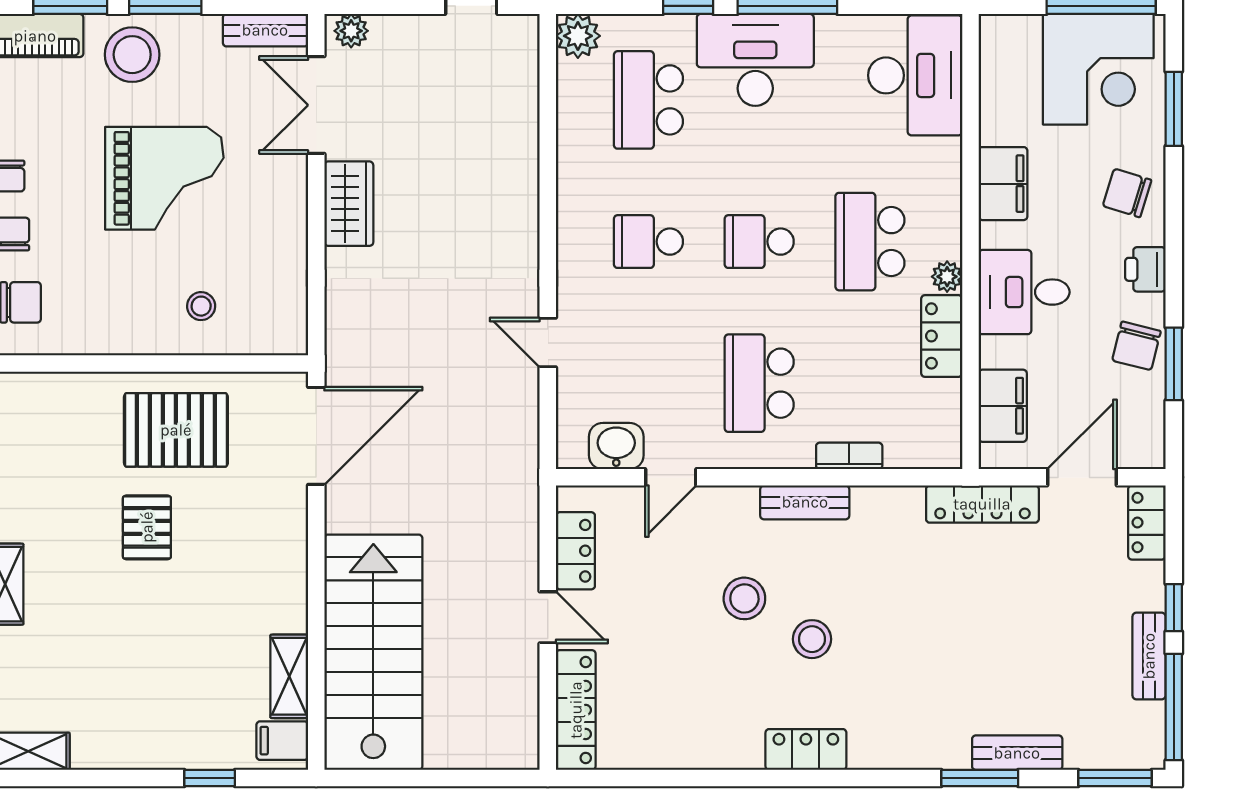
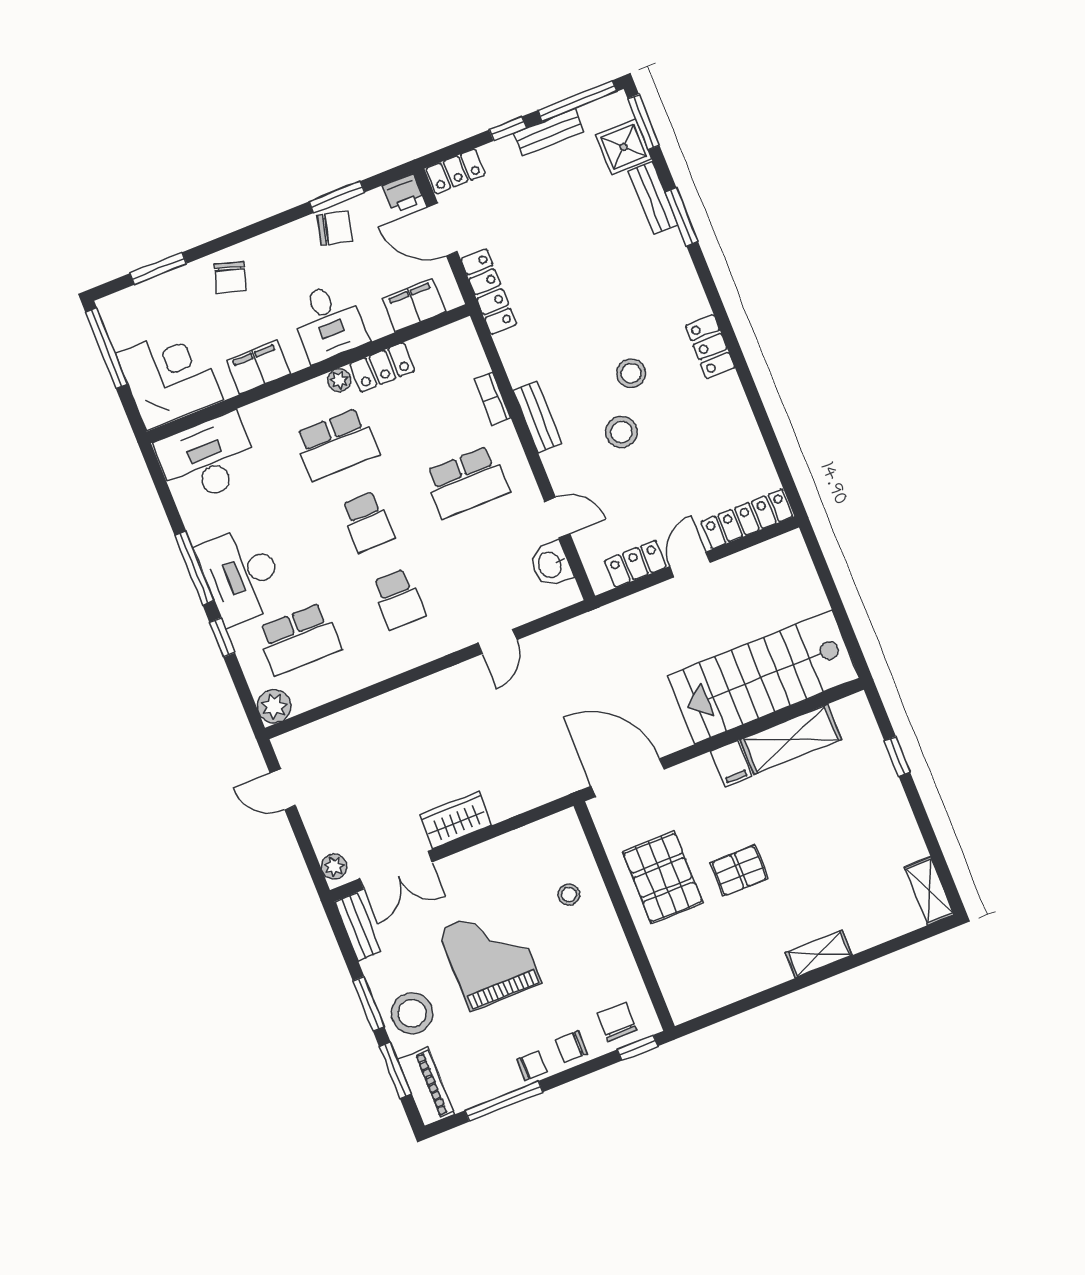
corner desk: (1098, 69) -> (169, 377), moved
printer: (1145, 269) -> (403, 194), moved
shelving: (289, 676) -> (791, 739), width x1.50, depth x1.33
filing cabinet: (282, 741) -> (731, 764), moved
shower: (1094, 741) -> (624, 147), added

